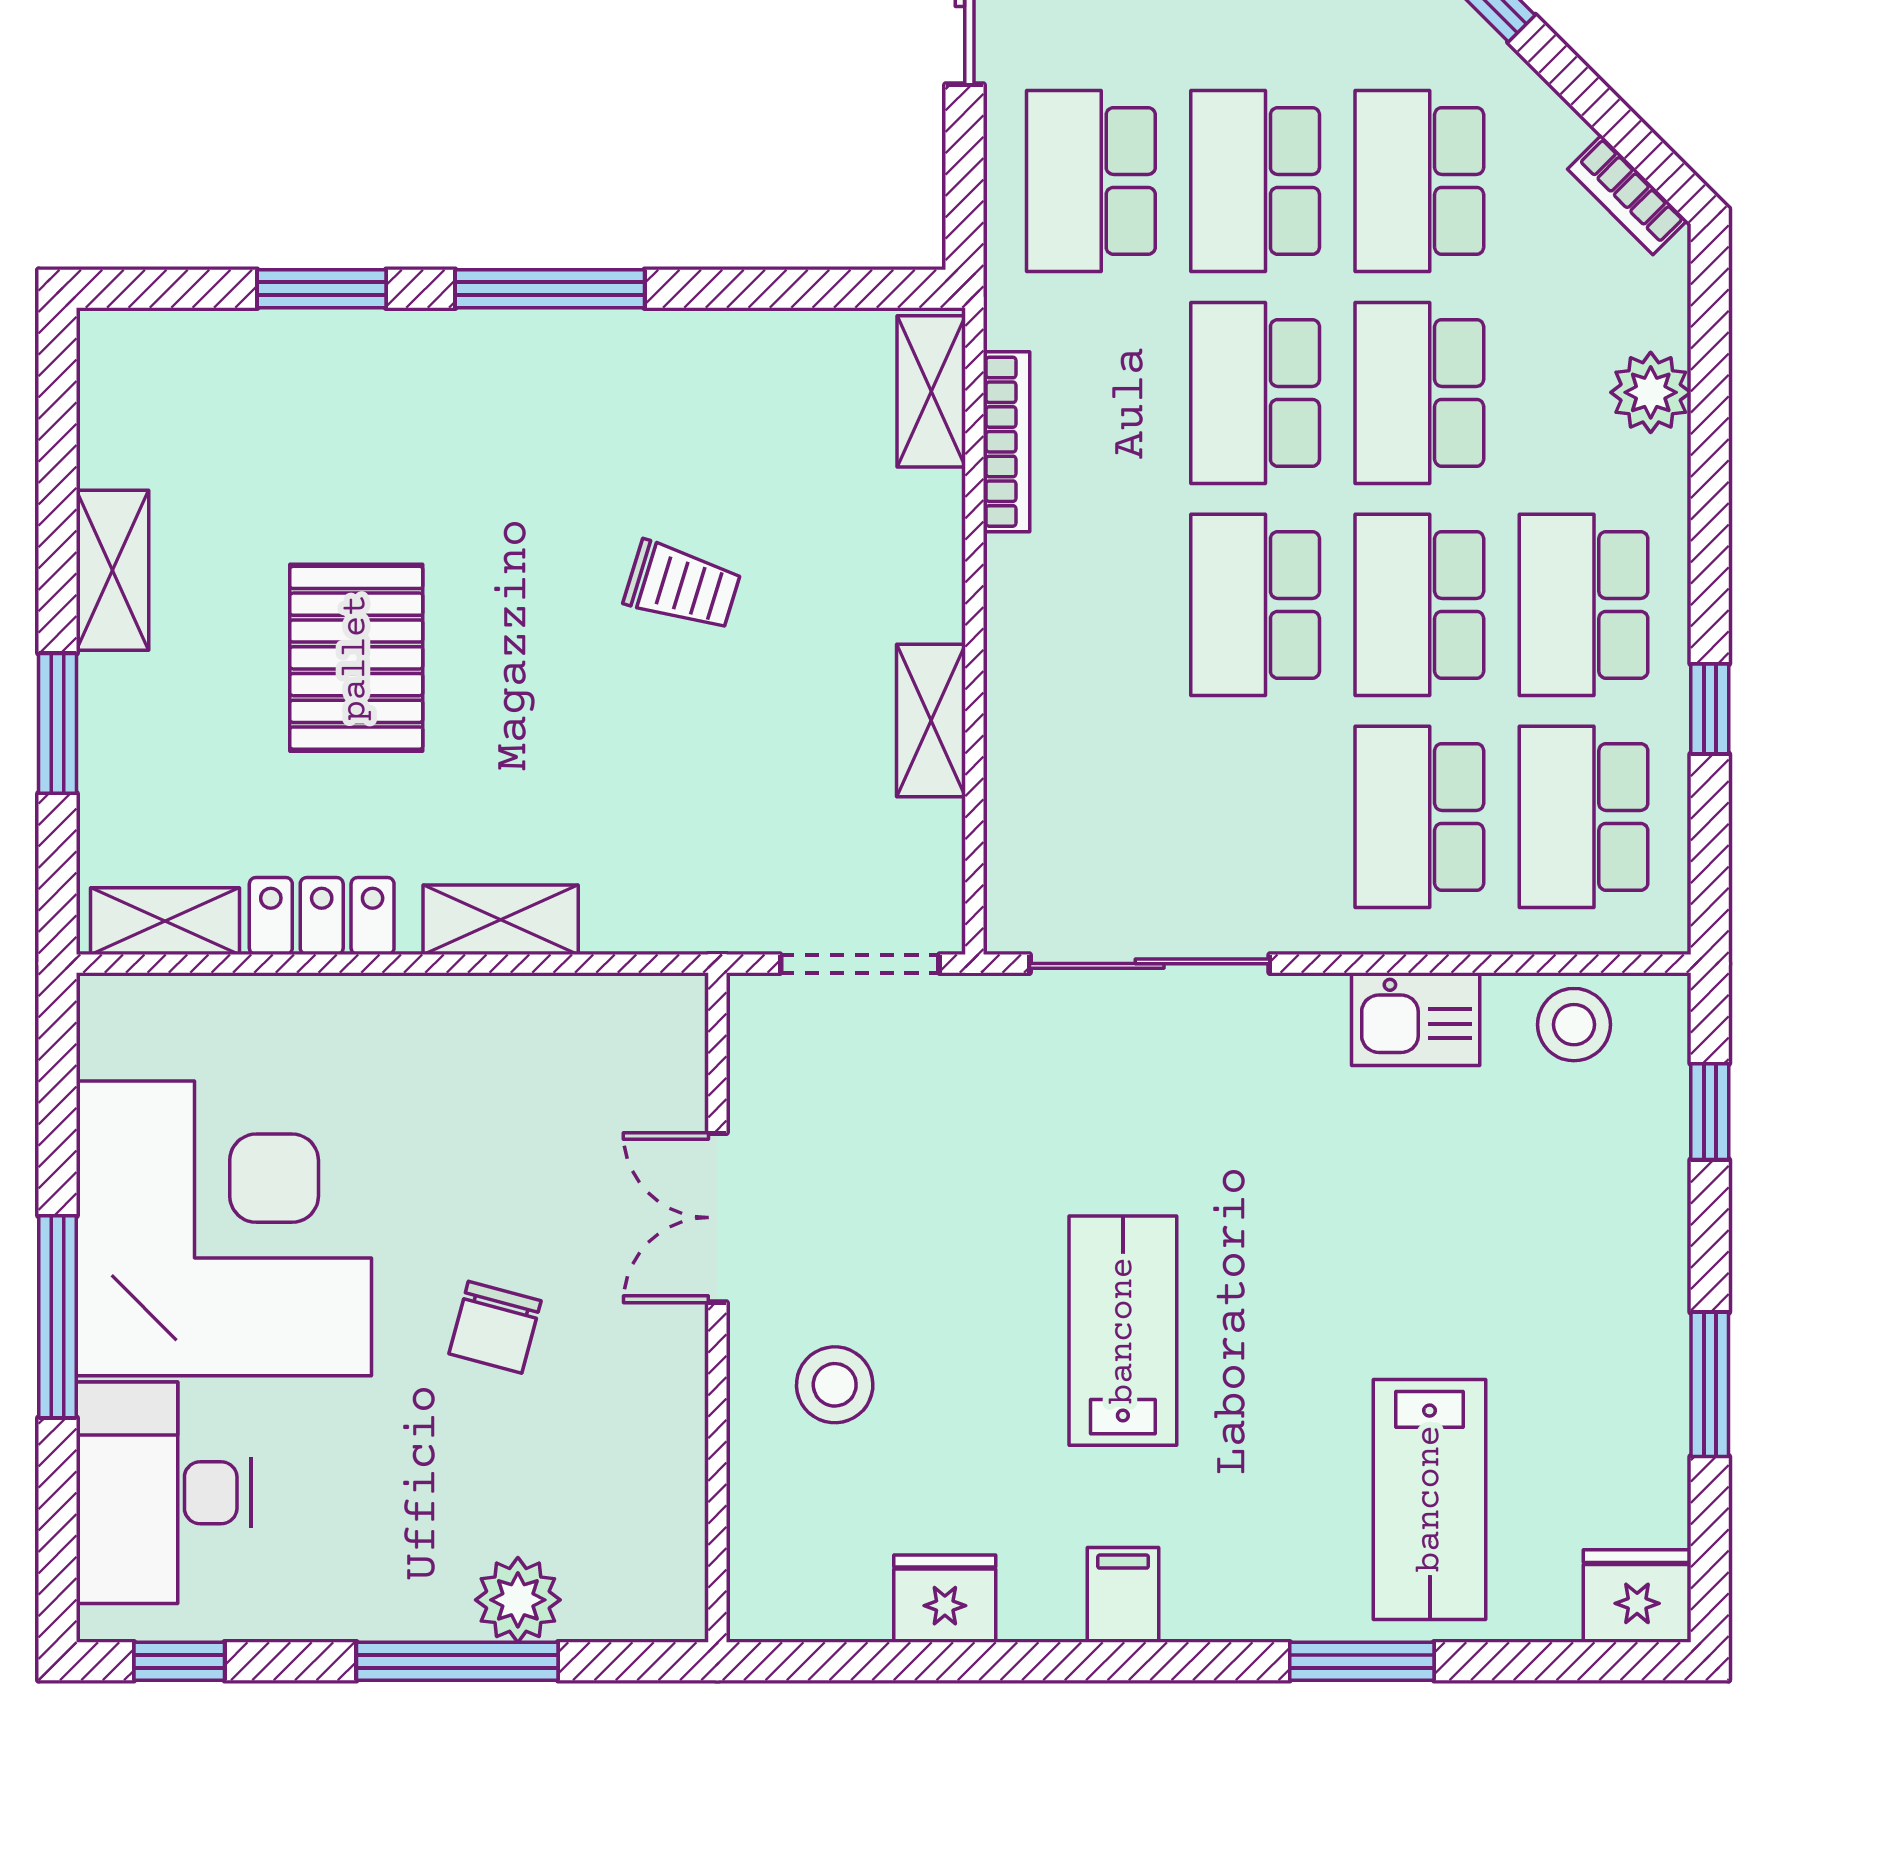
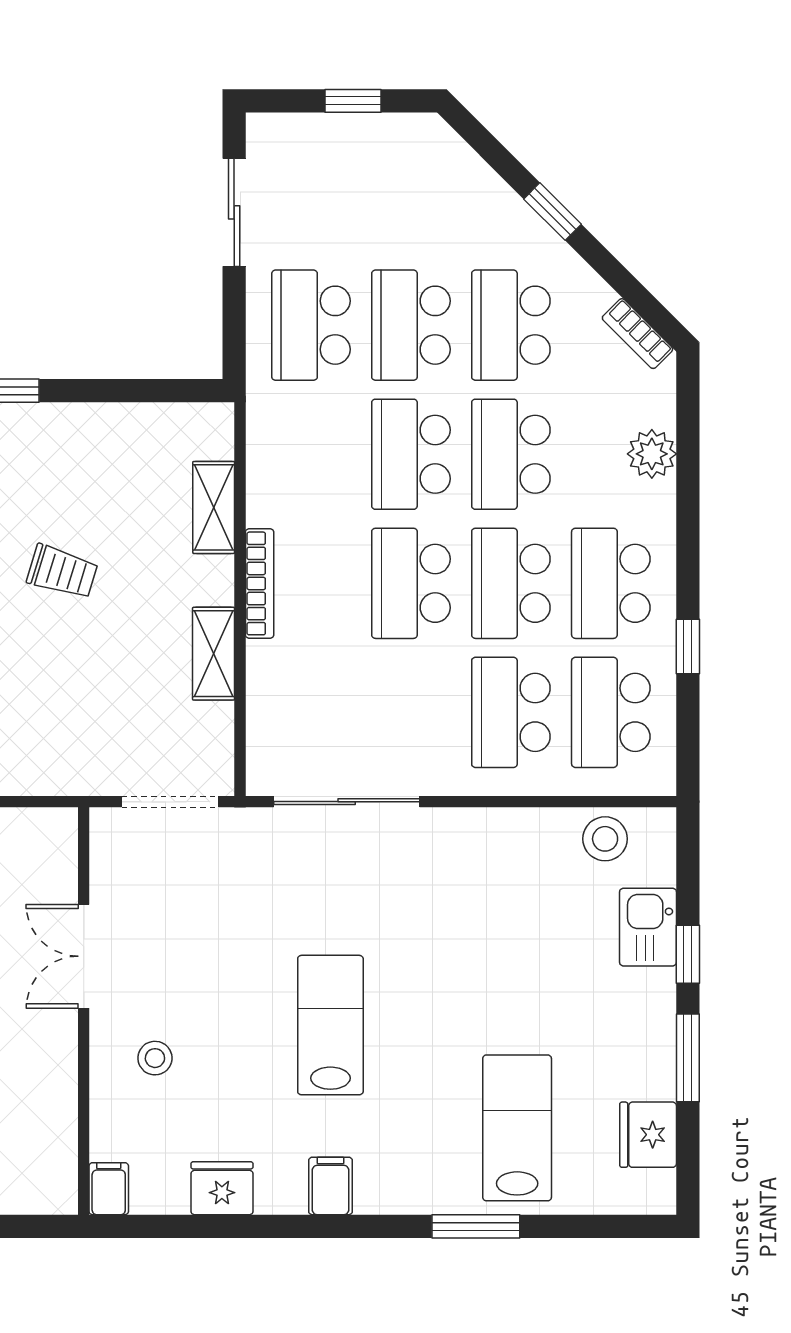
shelving: (931, 391) -> (214, 507), moved
bookcase: (1007, 442) -> (260, 583), moved
kitchen sink: (1416, 1019) -> (648, 927), moved, turned 90
window: (1710, 1112) -> (688, 954), moved
stool: (835, 1385) -> (155, 1058), width x0.73, depth x0.73
lab bench: (1430, 1499) -> (517, 1128), turned 180
fridge: (1637, 1596) -> (648, 1135), moved, turned -90
filing cabinet: (759, 1599) -> (109, 1189), added

